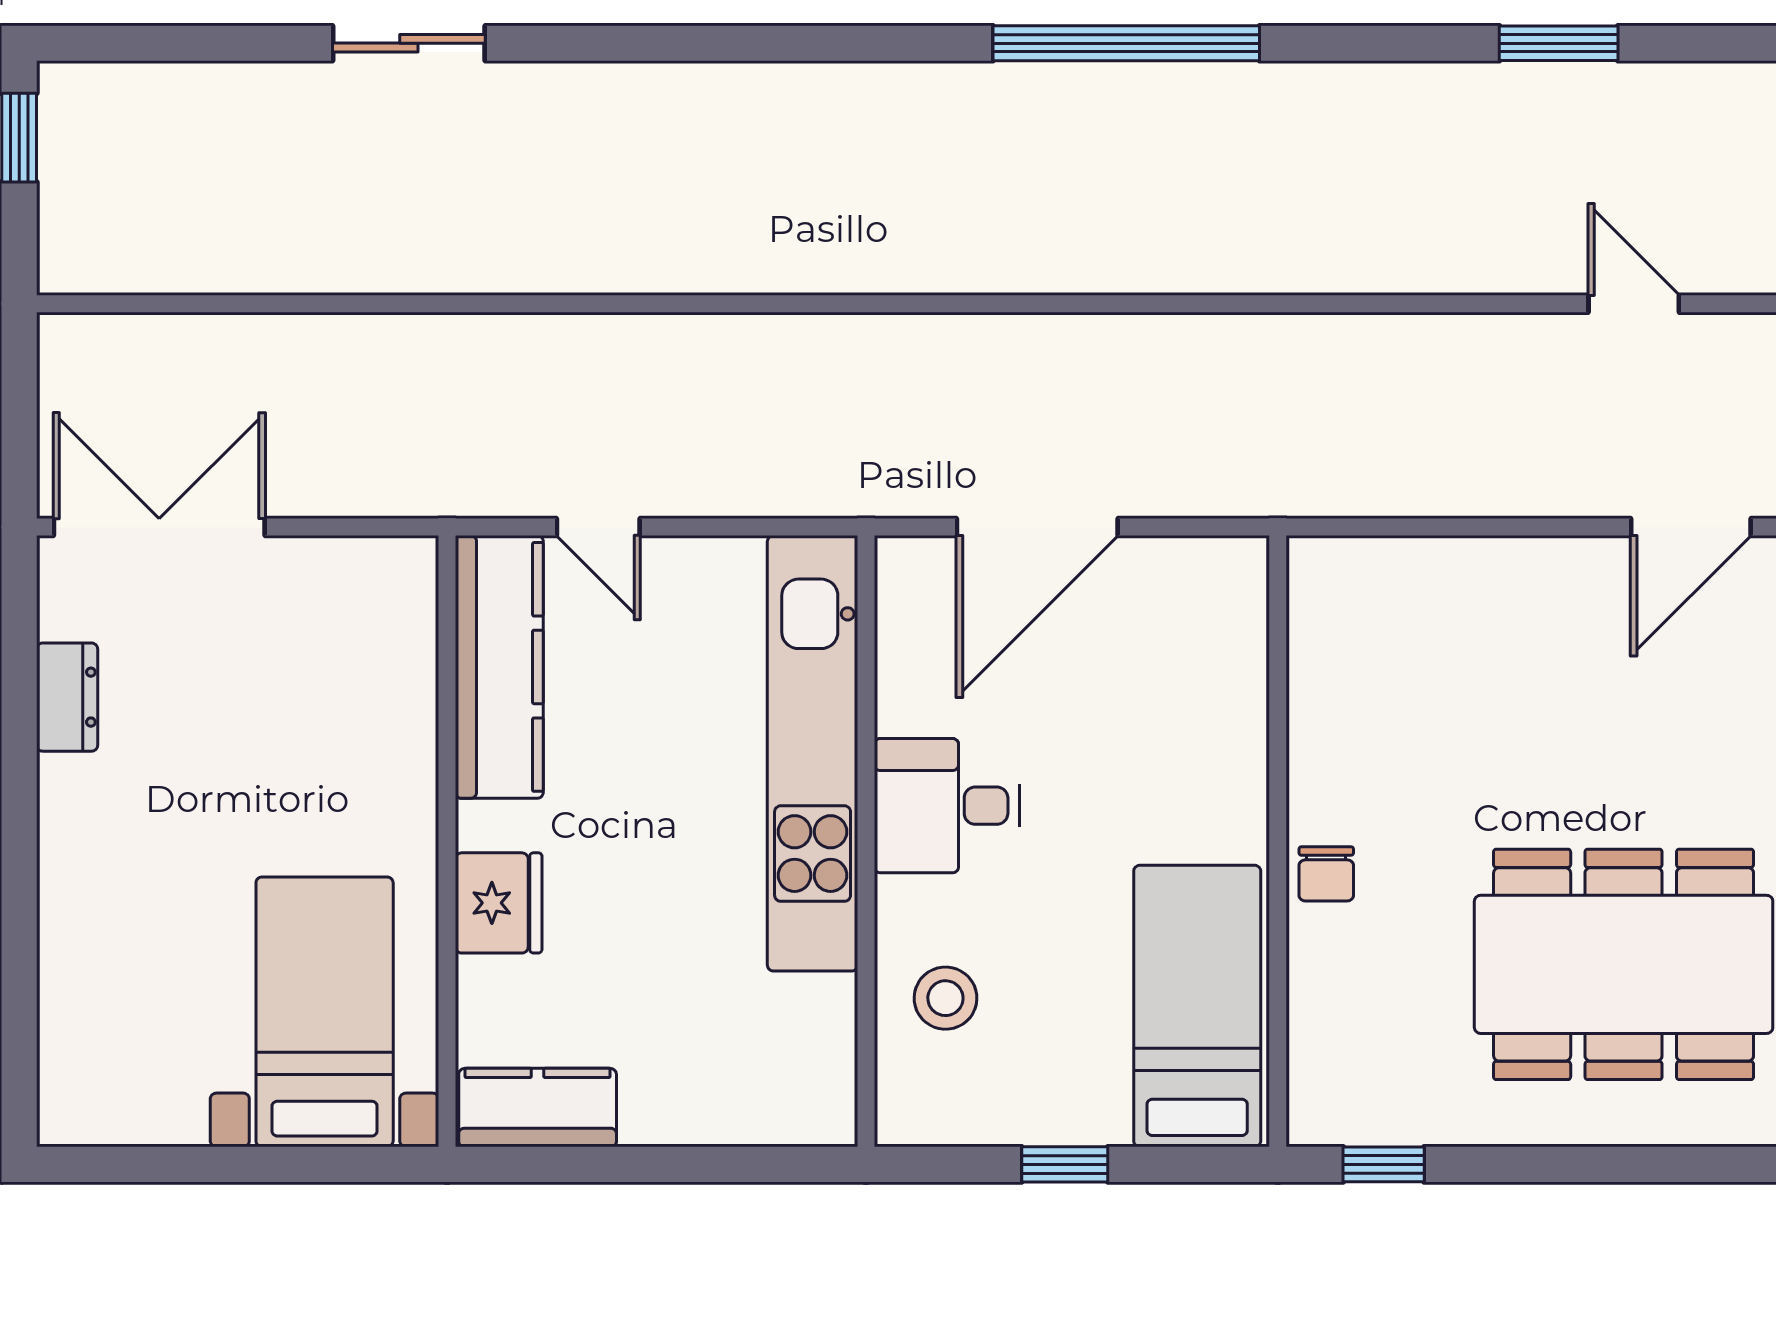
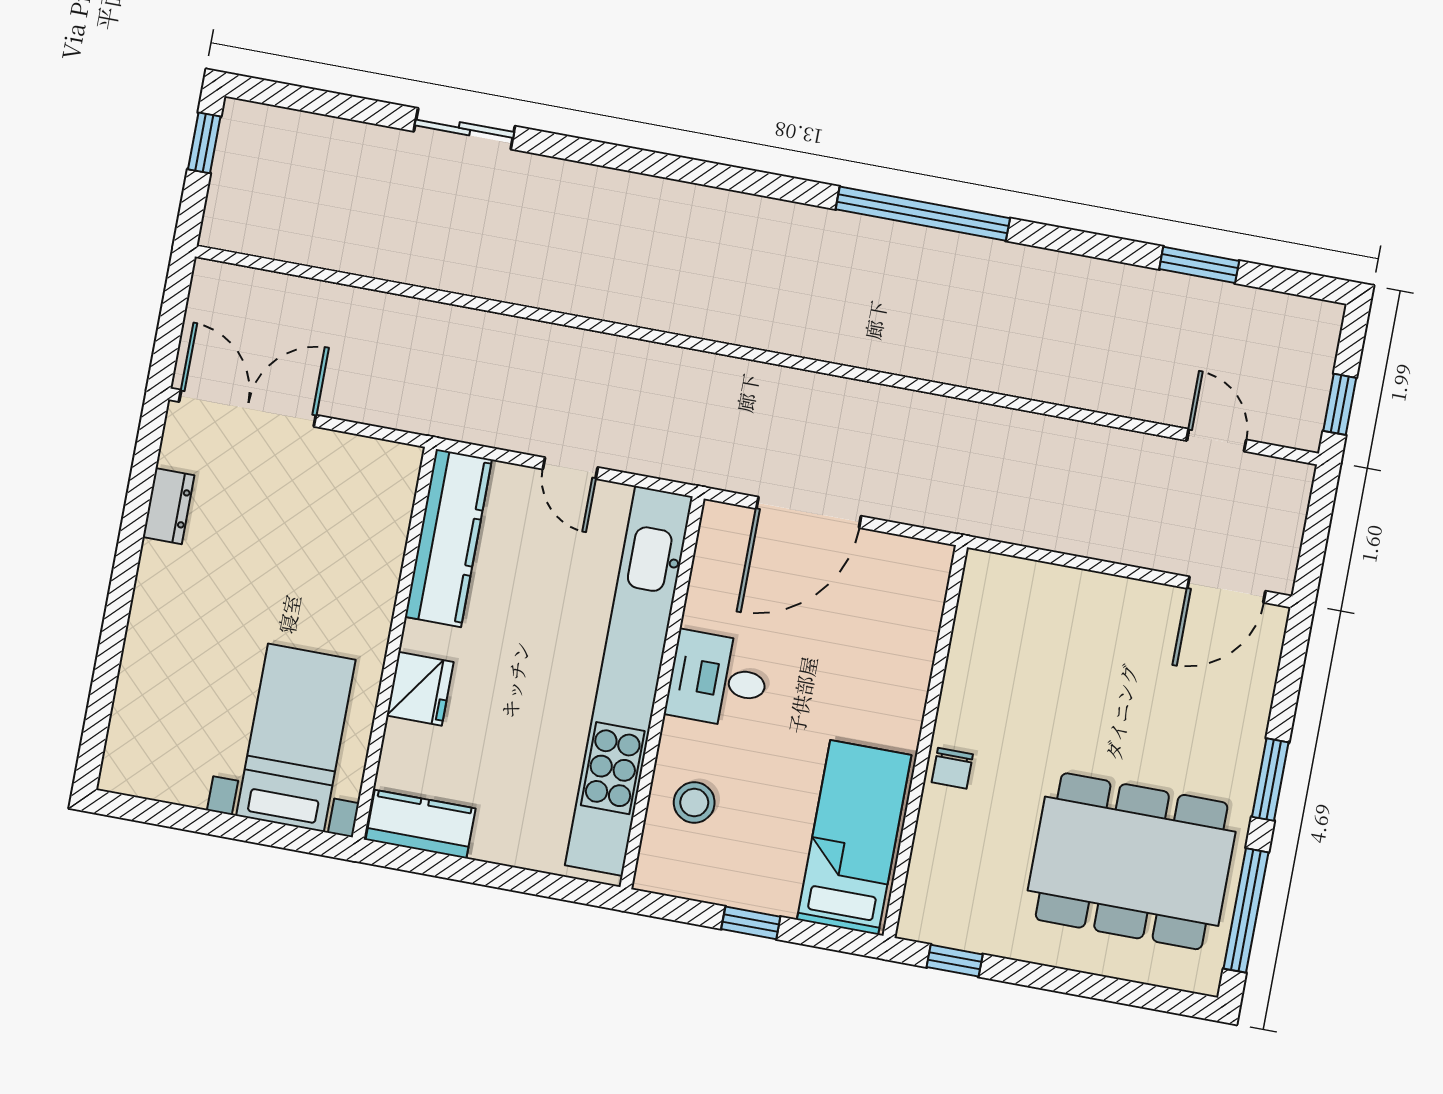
door: (598, 527) -> (570, 468), moved
kitchen unit: (813, 753) -> (629, 681), width x1.36

